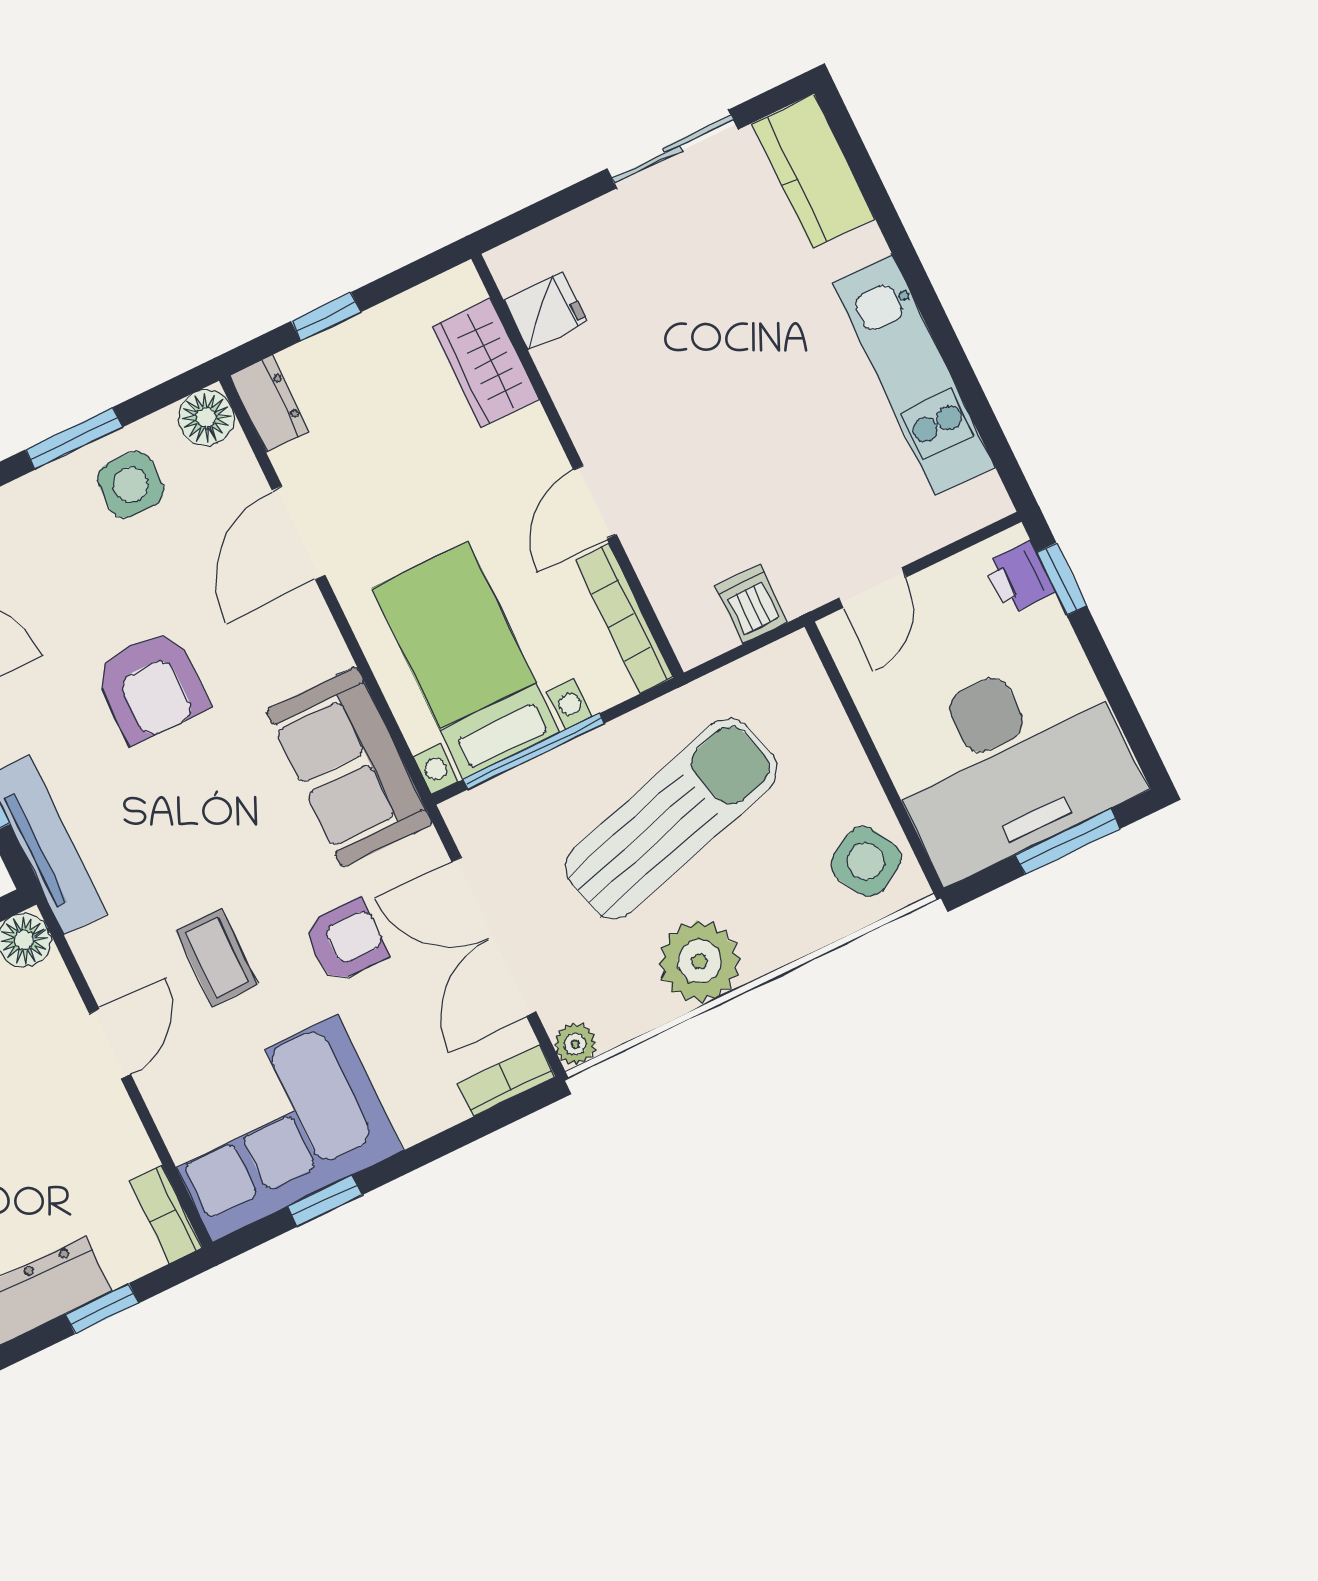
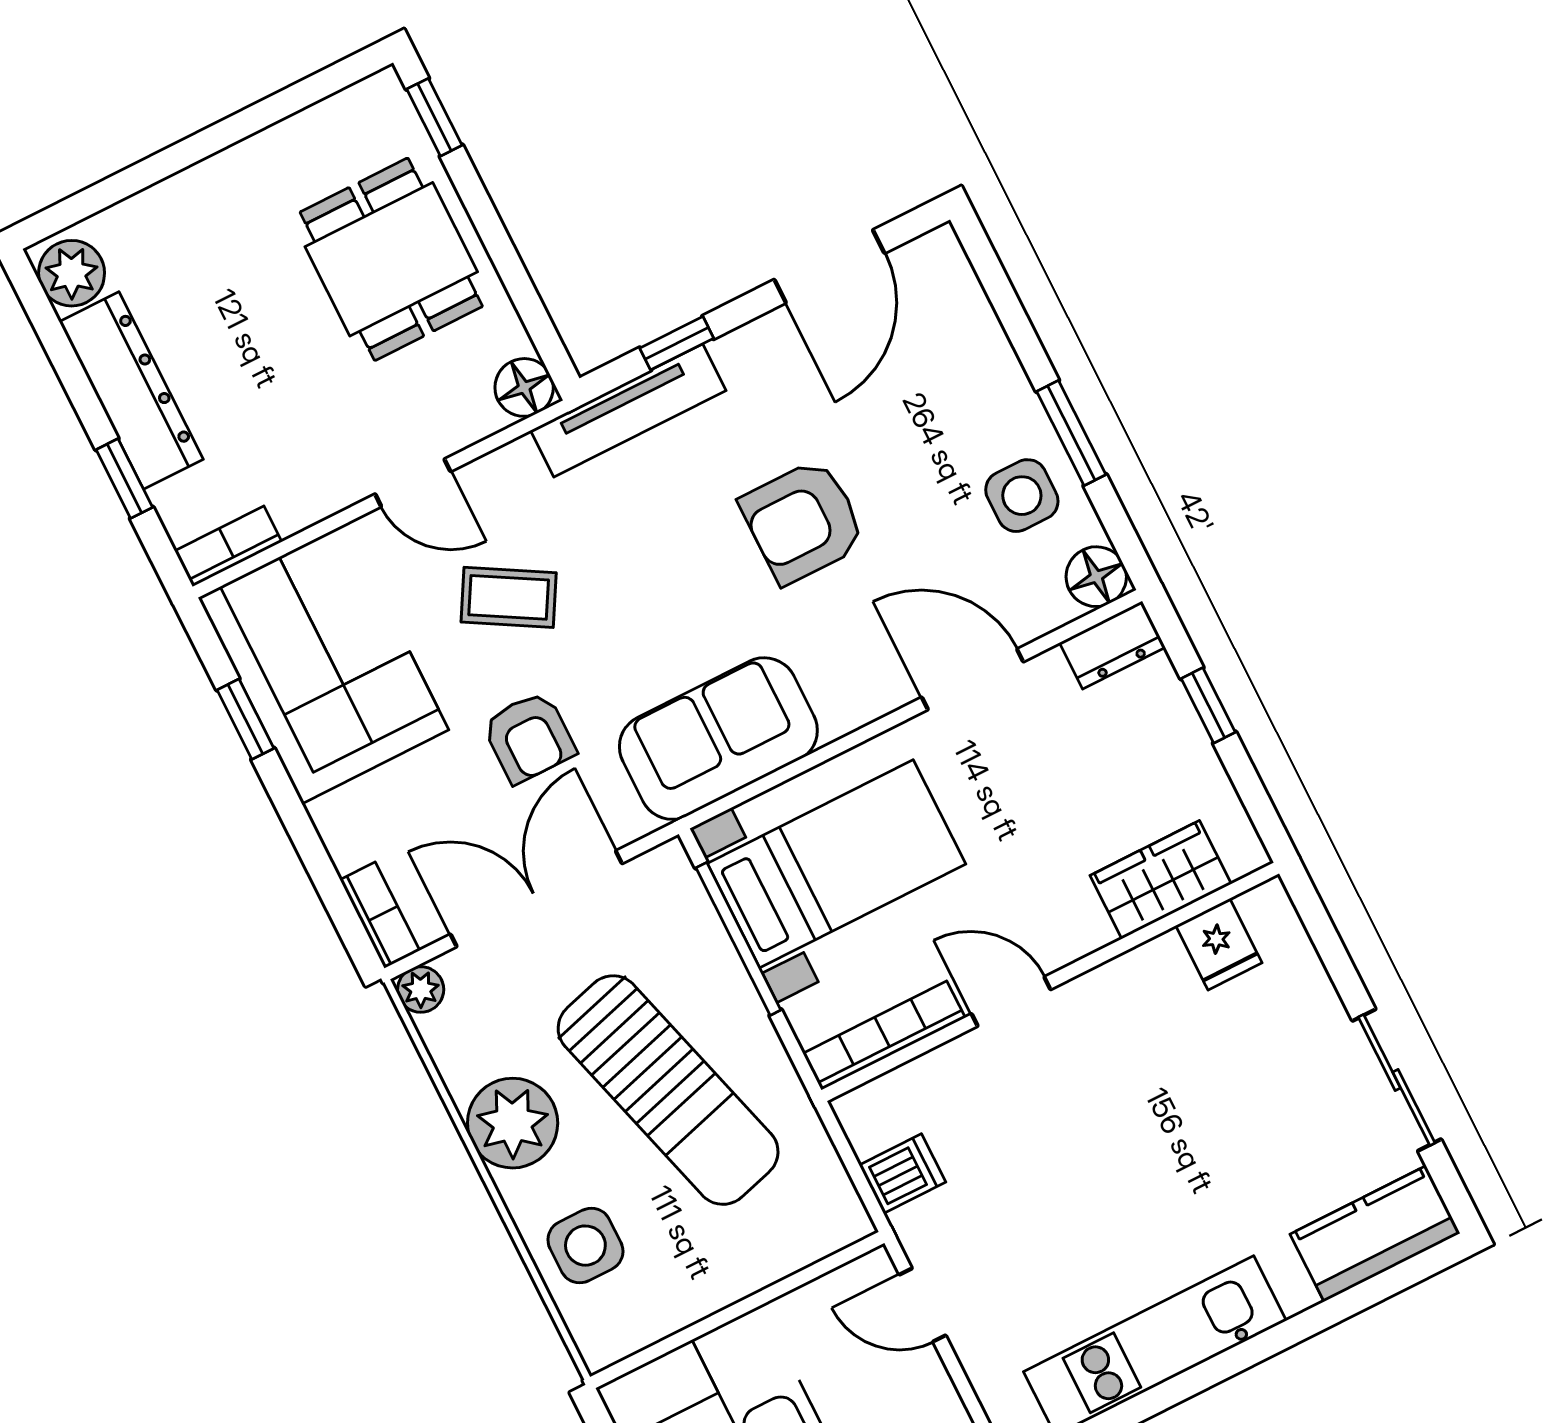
side table: (866, 861) -> (585, 1246), moved, turned 30
coffee table: (217, 958) -> (509, 597), turned 30

